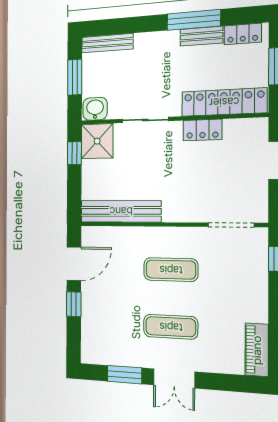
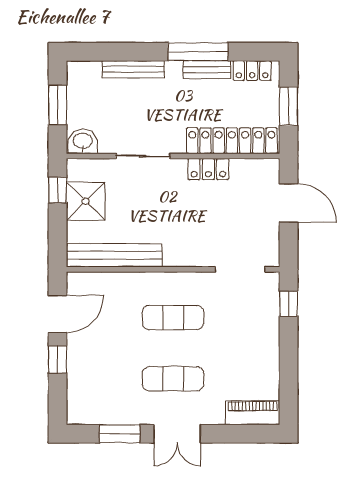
bench: (107, 43) -> (133, 69), moved
shower: (97, 141) -> (86, 201), moved
piano: (257, 350) -> (253, 413), moved, turned 90

